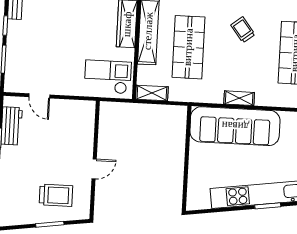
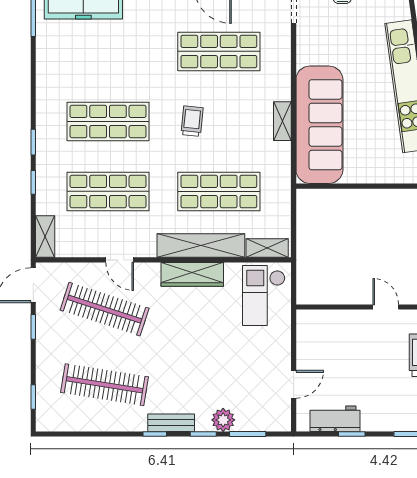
trolley: (243, 30) -> (192, 121), turned 134
plant: (15, 41) -> (223, 420), added
shelving: (152, 93) -> (267, 248), moved, turned 90

